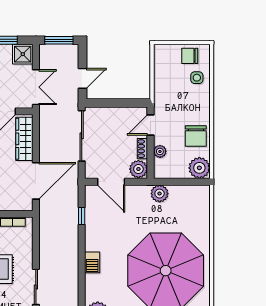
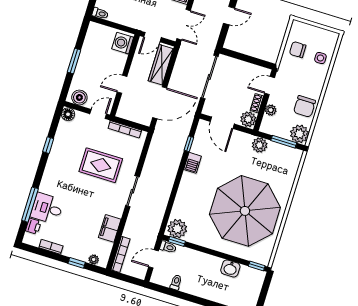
chair: (190, 56) -> (298, 50), moved
door: (82, 78) -> (229, 16), moved
window: (185, 182) -> (284, 142), added
barbecue: (92, 262) -> (193, 163), moved

